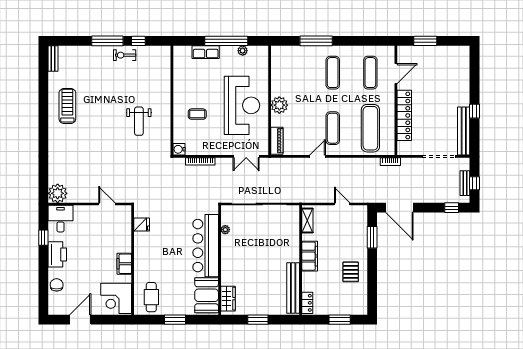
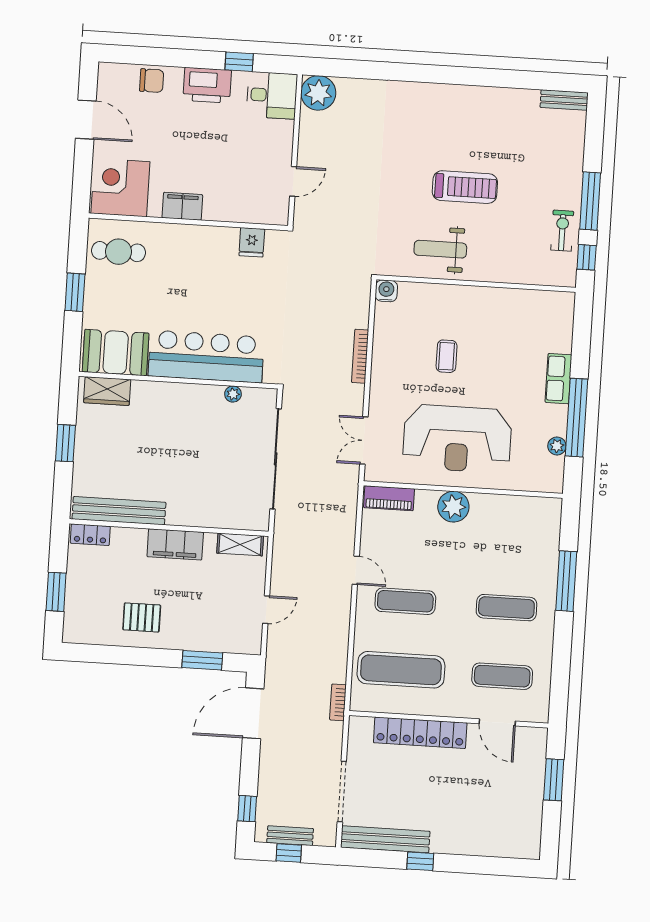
wall: (172, 100) -> (476, 284), moved
treadmill: (67, 106) -> (465, 187), moved
water cooler: (179, 149) -> (386, 291), moved

